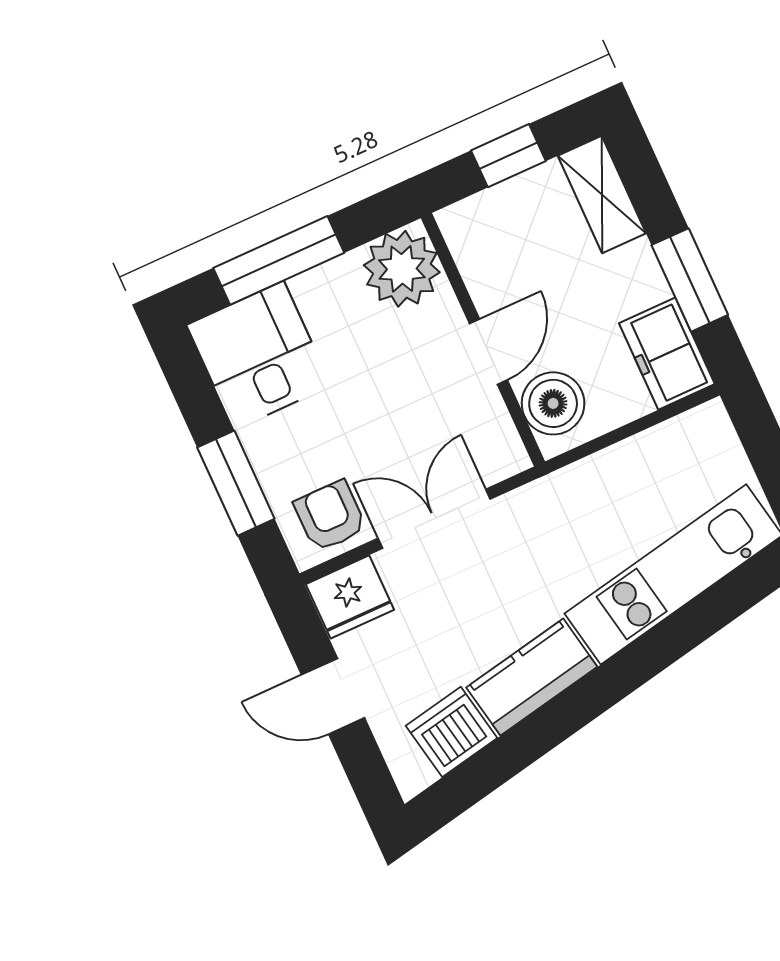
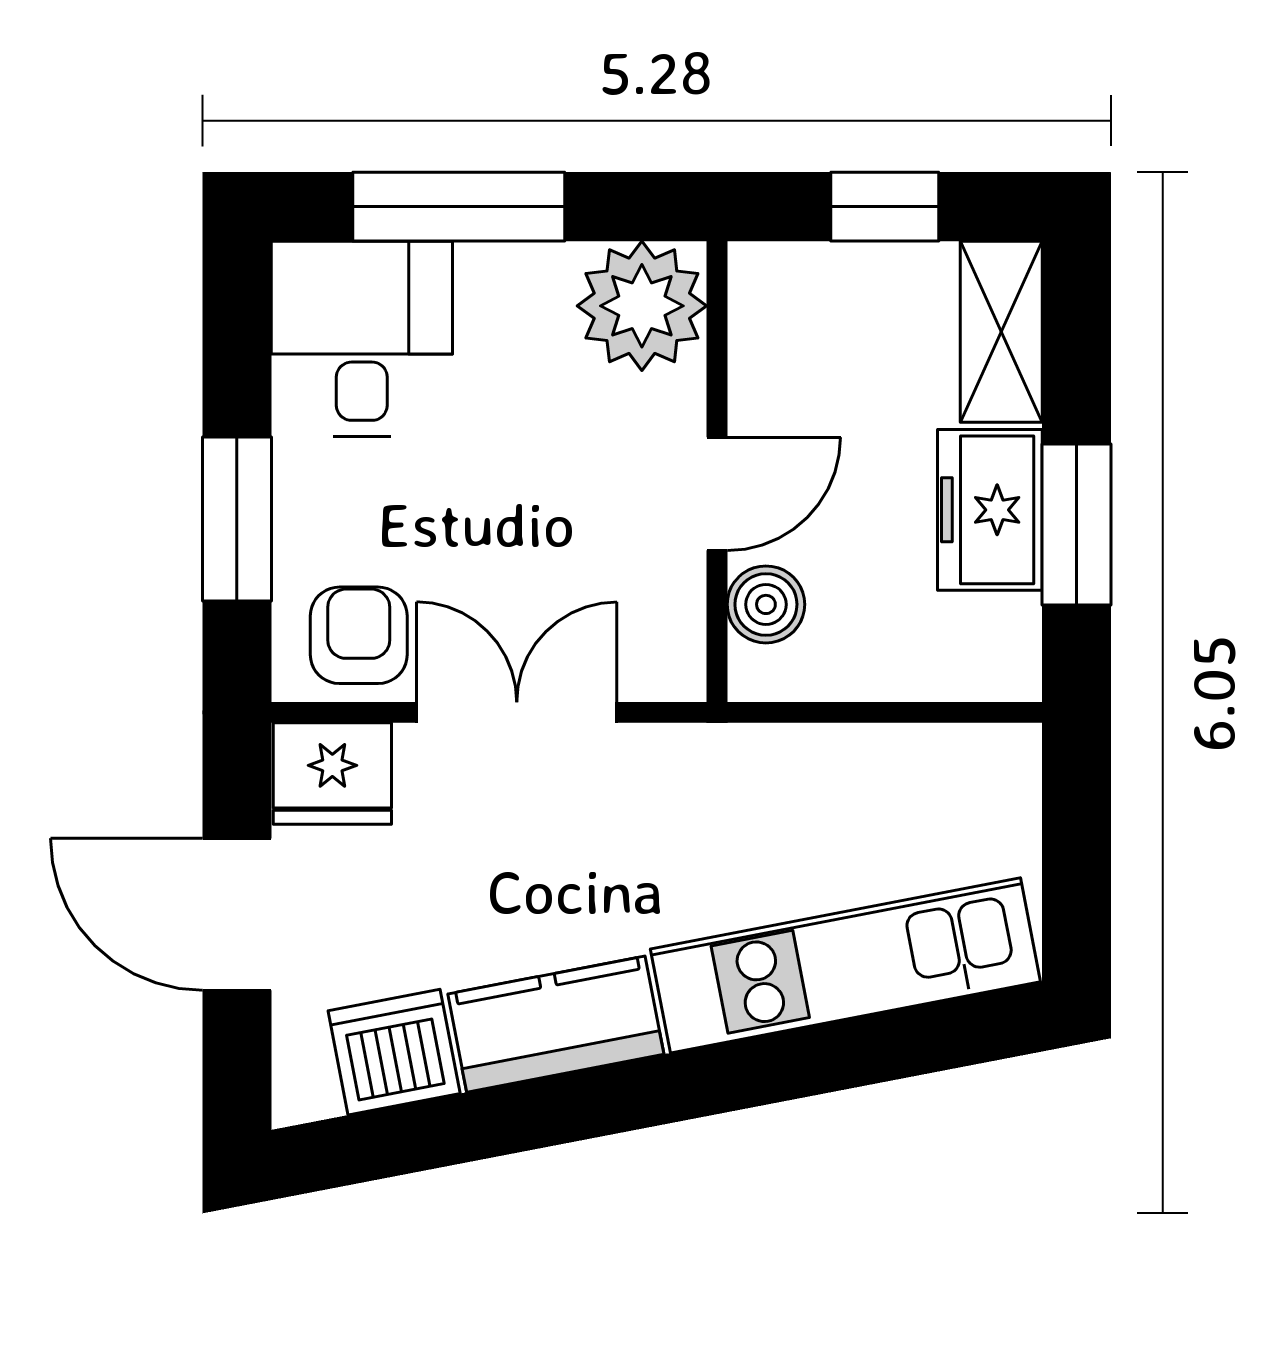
freezer: (667, 354) -> (990, 510), moved
boiler: (553, 403) -> (766, 604), width x0.73, depth x0.73
door: (333, 696) -> (237, 914), width x1.38

